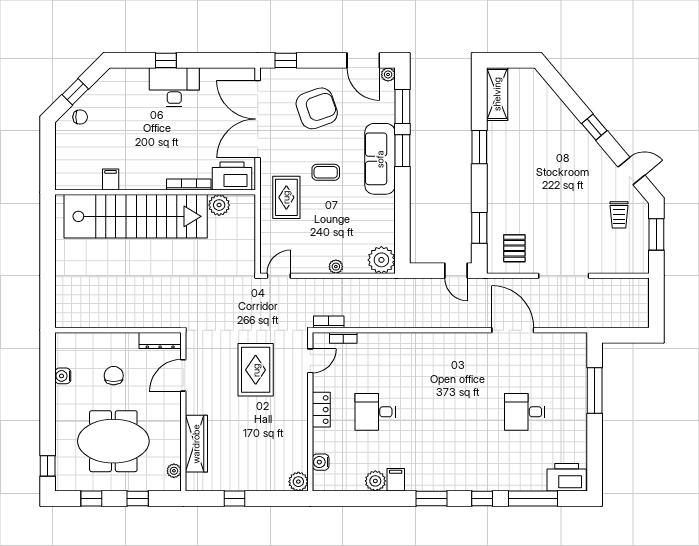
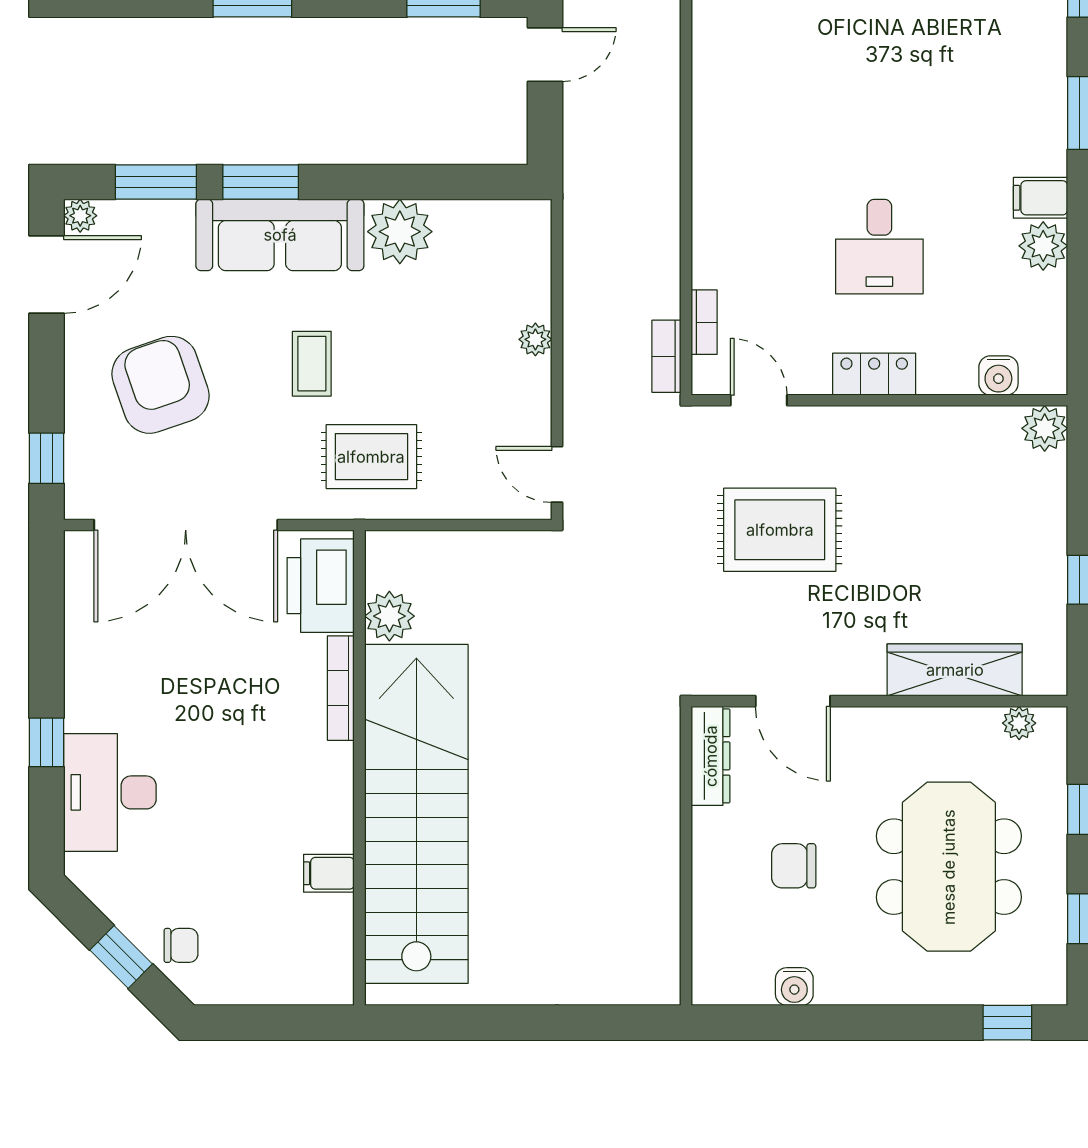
desk: (174, 87) -> (110, 792), moved
chair: (80, 117) -> (181, 945), turned 90
plant: (381, 260) -> (400, 232), moved

